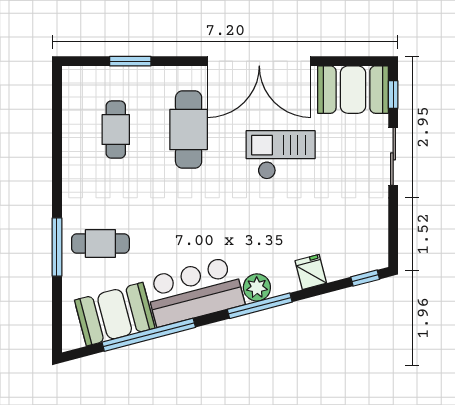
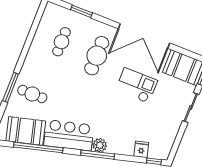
fridge: (311, 272) -> (141, 149), moved

